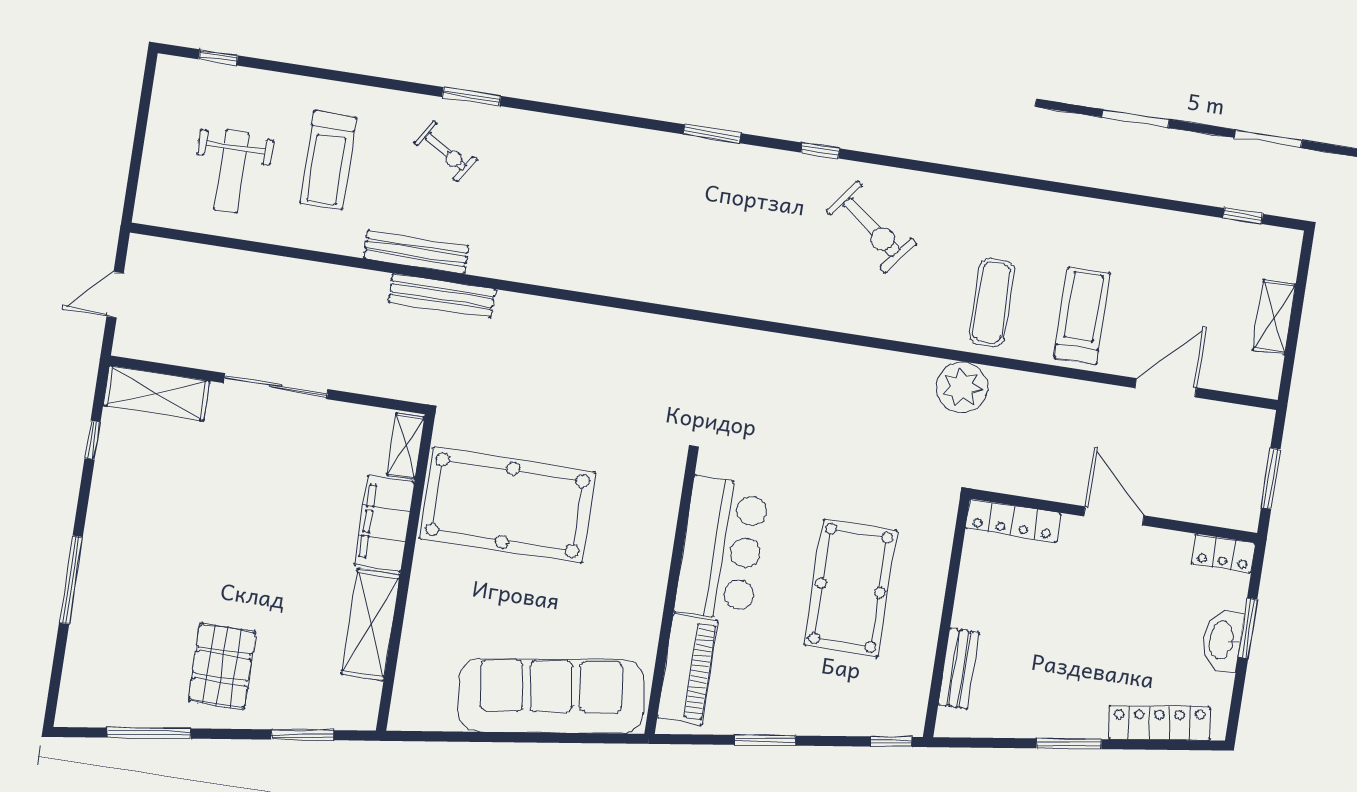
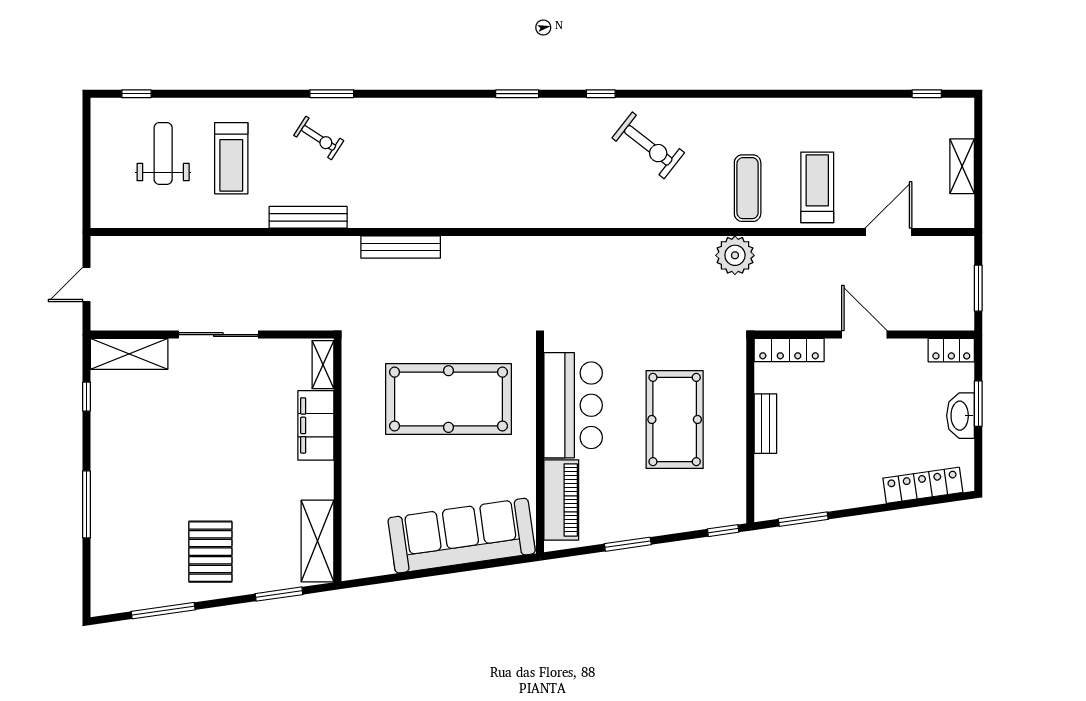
weight bench: (232, 171) -> (163, 154), moved, turned 180
bench: (442, 296) -> (401, 247), moved
pool table: (507, 505) -> (448, 399), moved
shelving: (371, 624) -> (317, 541), moved
bench: (959, 669) -> (765, 424), moved
window: (1069, 744) -> (803, 519), moved

